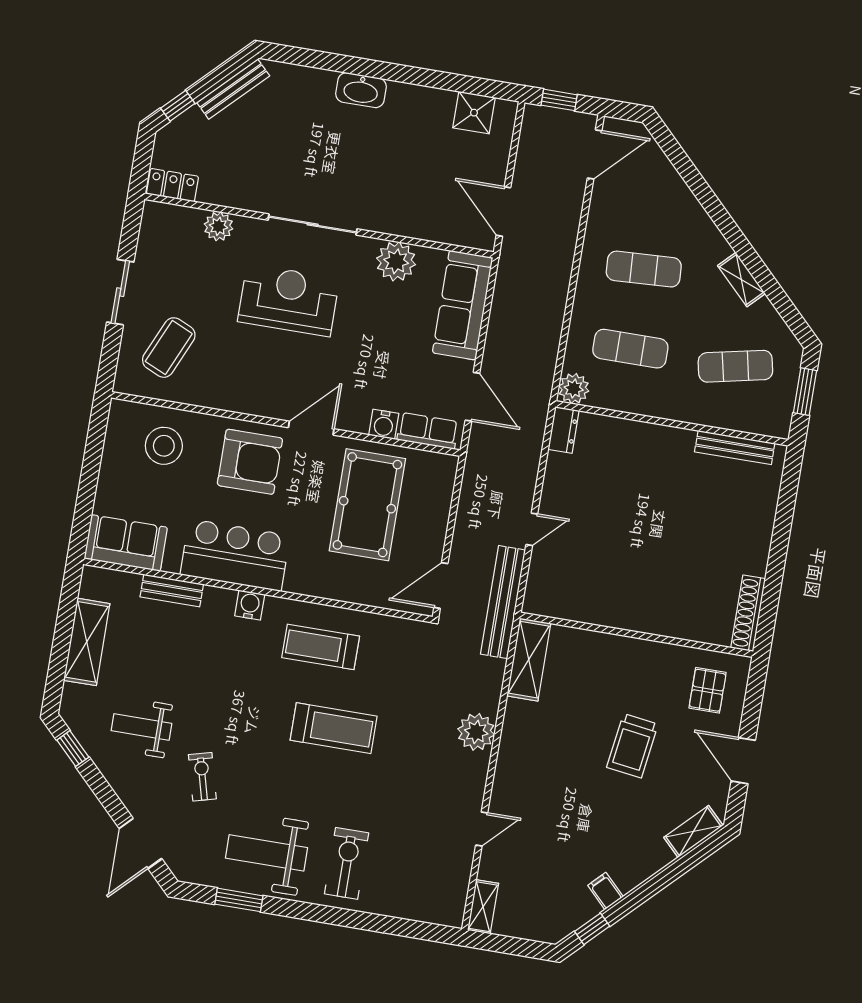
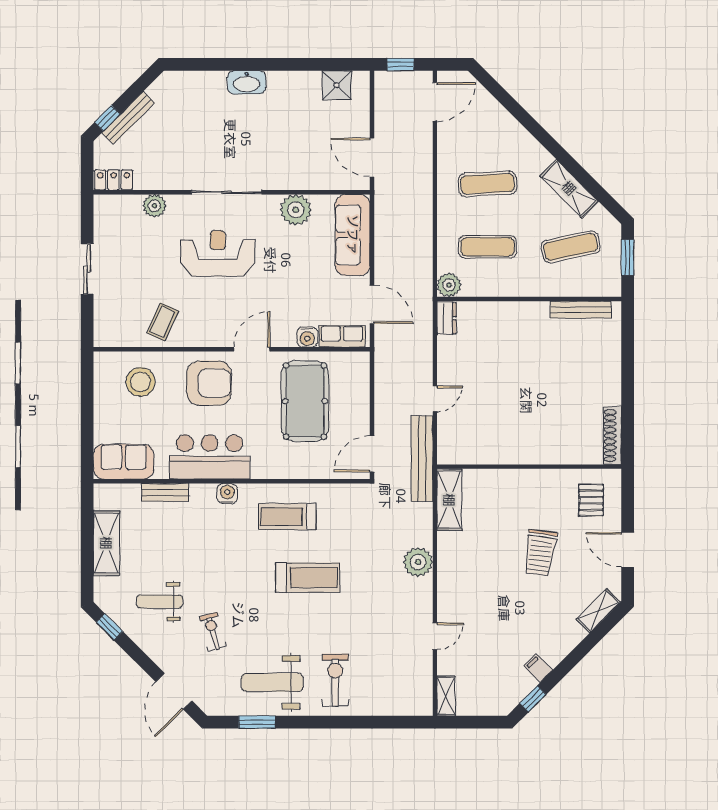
bench: (233, 89) -> (128, 118), moved
shelving: (741, 280) -> (569, 188), width x1.50, depth x1.33
coffee table: (169, 348) -> (163, 322), moved, width x0.73, depth x0.77

